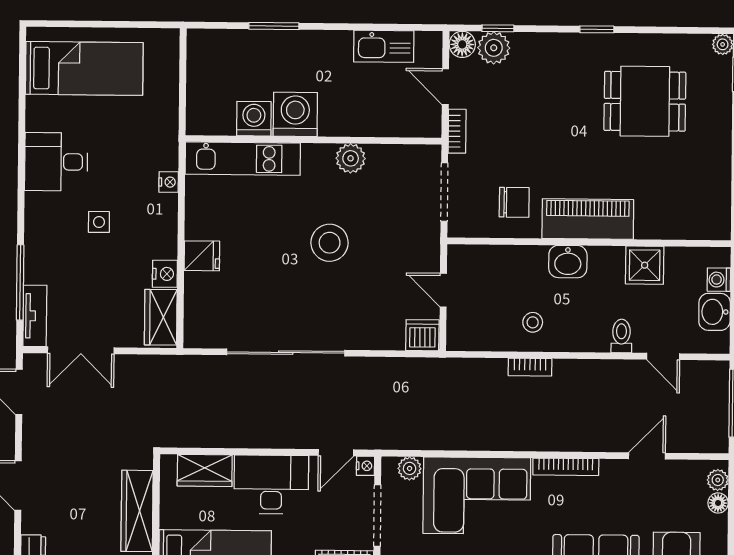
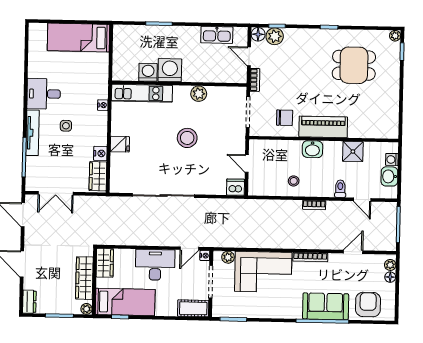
bed: (84, 68) -> (78, 38), moved, turned 180
tv unit: (35, 316) -> (33, 133), moved, width x1.41
bookcase: (530, 367) -> (314, 205), moved
wardrobe: (205, 470) -> (105, 263), moved, turned -90

